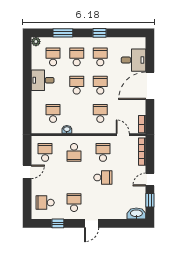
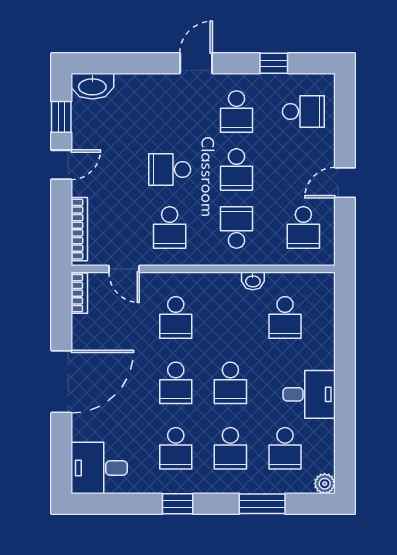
desk: (133, 60) -> (99, 468), moved
school desk: (74, 178) -> (236, 169), added

